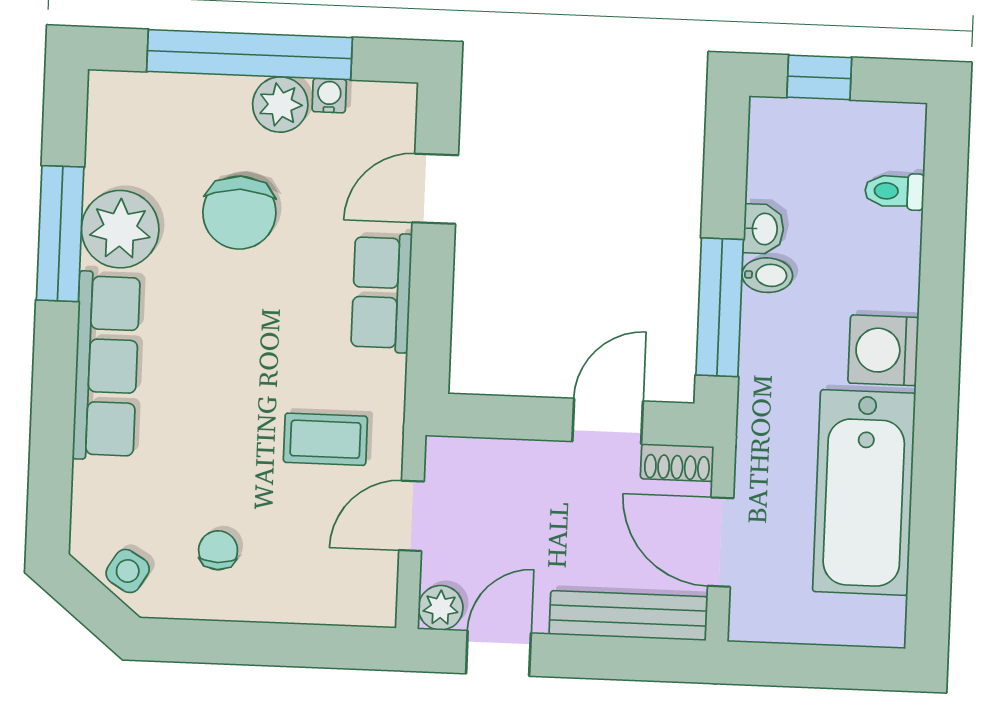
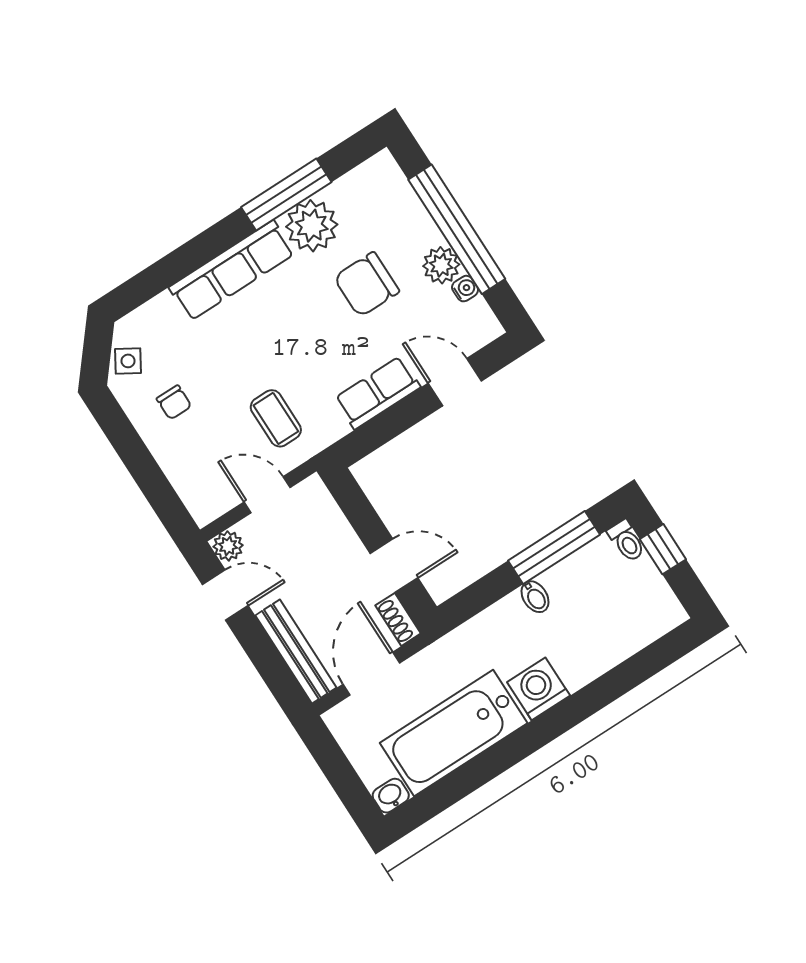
toilet: (894, 191) -> (627, 541), moved, turned 180
washbasin: (764, 229) -> (391, 796), moved, turned 180
window: (720, 307) -> (554, 548), moved
chair: (218, 550) -> (174, 402), turned 90

